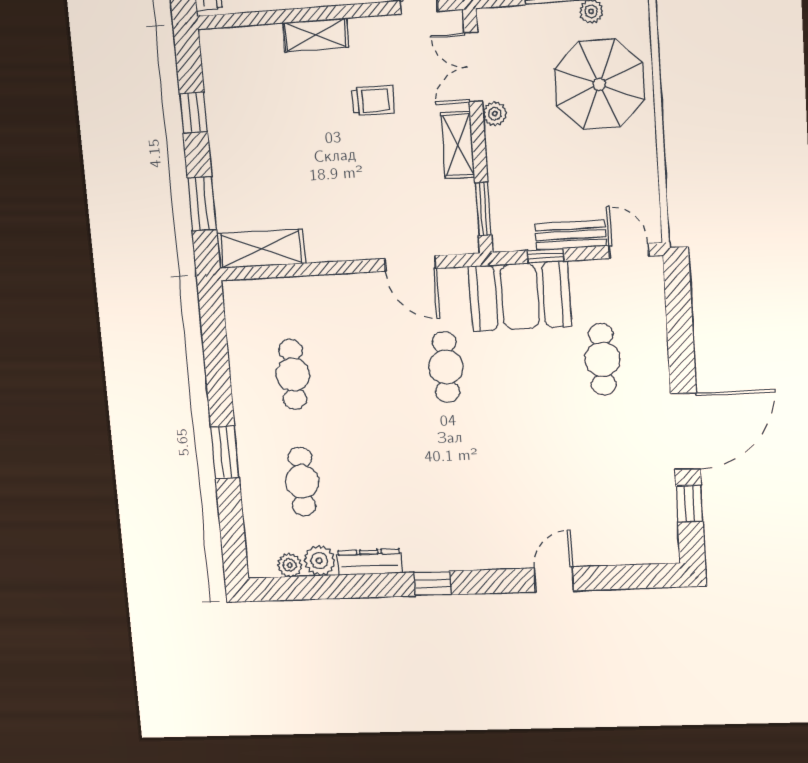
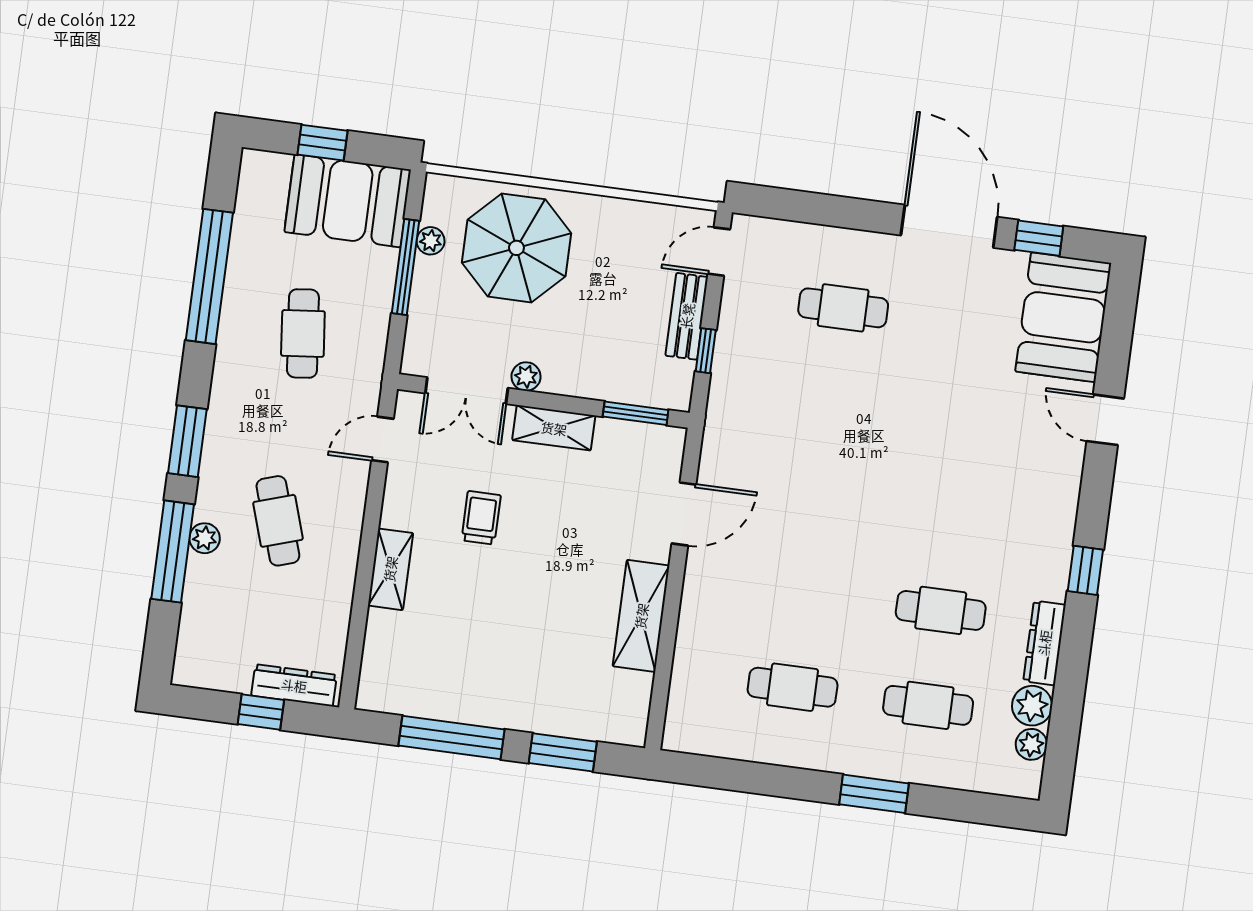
window: (194, 113) -> (451, 737), width x2.17
shelving: (261, 249) -> (641, 616), moved
booth: (520, 296) -> (1063, 317), moved
cafe table: (446, 367) -> (941, 610), moved

